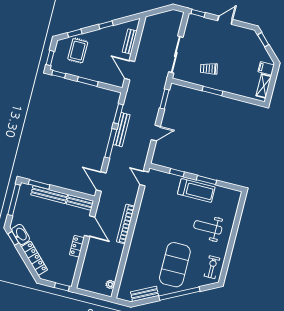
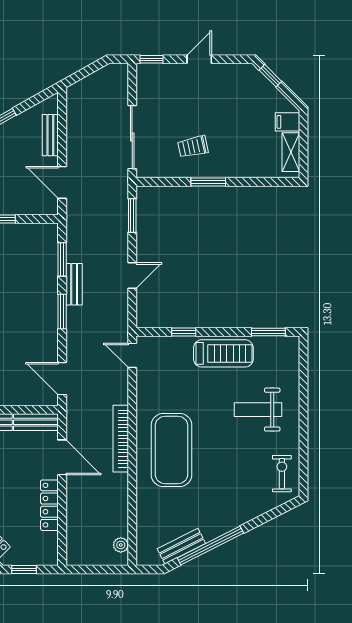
bench: (121, 130) -> (74, 284), width x0.73
window: (111, 143) -> (62, 312), width x0.69
window: (206, 180) -> (268, 332), moved
locker: (77, 246) -> (49, 505), width x1.53
exercise mat: (175, 265) -> (172, 450), moved
window: (62, 287) -> (24, 569), moved
window: (179, 294) -> (210, 546), moved

